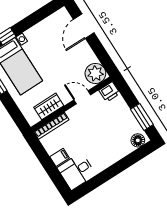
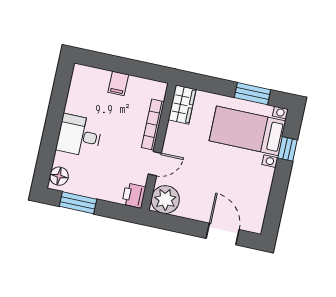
wardrobe: (49, 106) -> (182, 105), moved
bookcase: (51, 126) -> (153, 125), moved
desk: (77, 171) -> (79, 136), moved, turned -90

